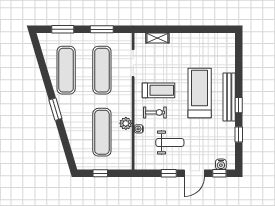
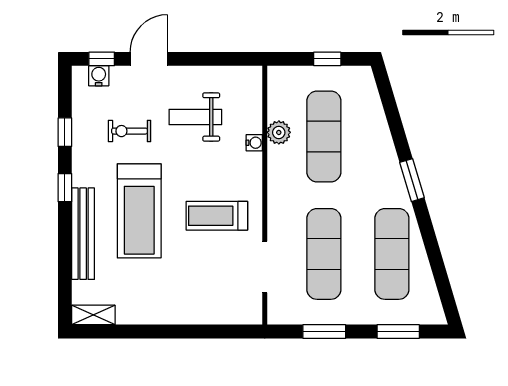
shelving: (157, 38) -> (93, 315), moved
bench: (229, 97) -> (83, 234), moved
exercise bike: (155, 112) -> (130, 131), moved
plant: (126, 123) -> (279, 132), moved
window: (169, 173) -> (197, 59), removed

